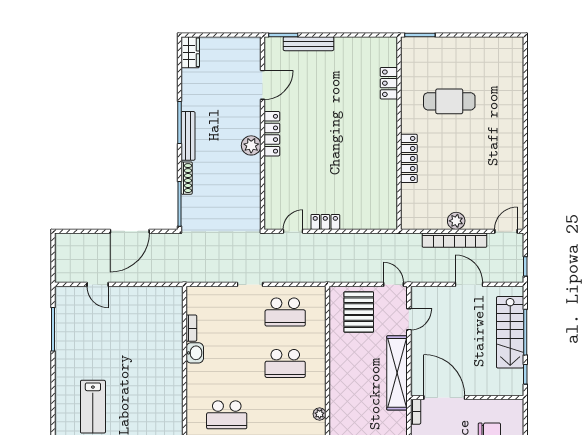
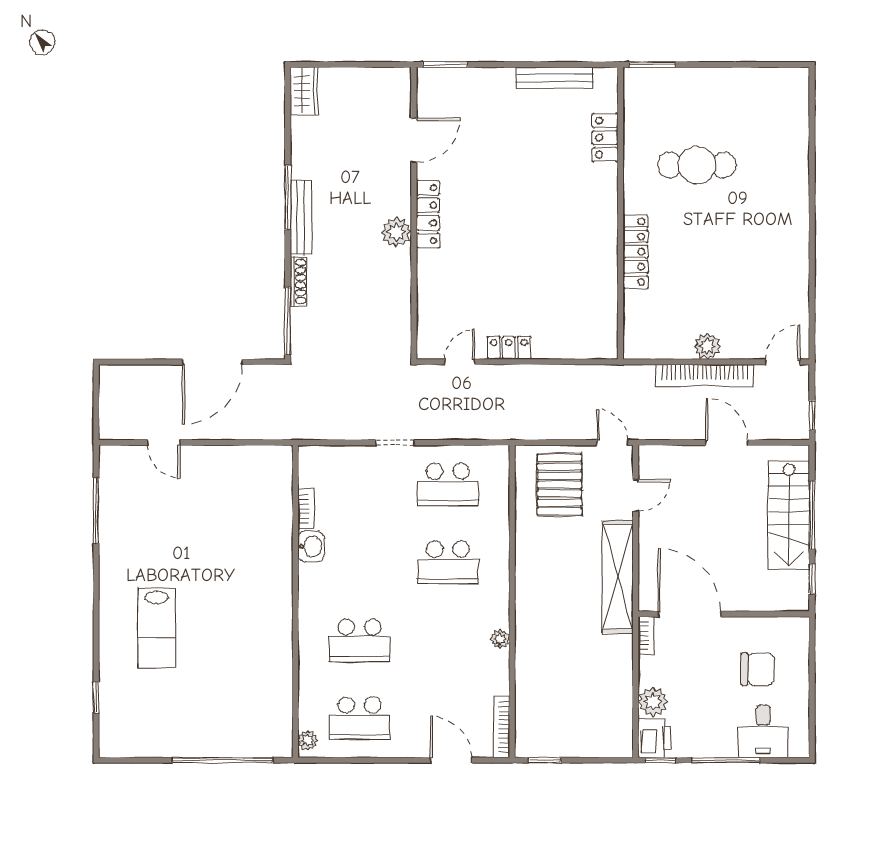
bench: (308, 44) -> (555, 78), moved

